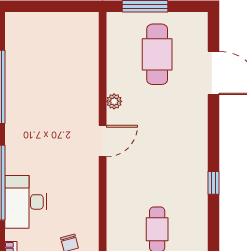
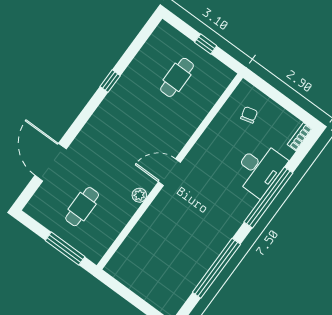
cafe table: (157, 54) -> (82, 207), width x0.73, depth x0.74

